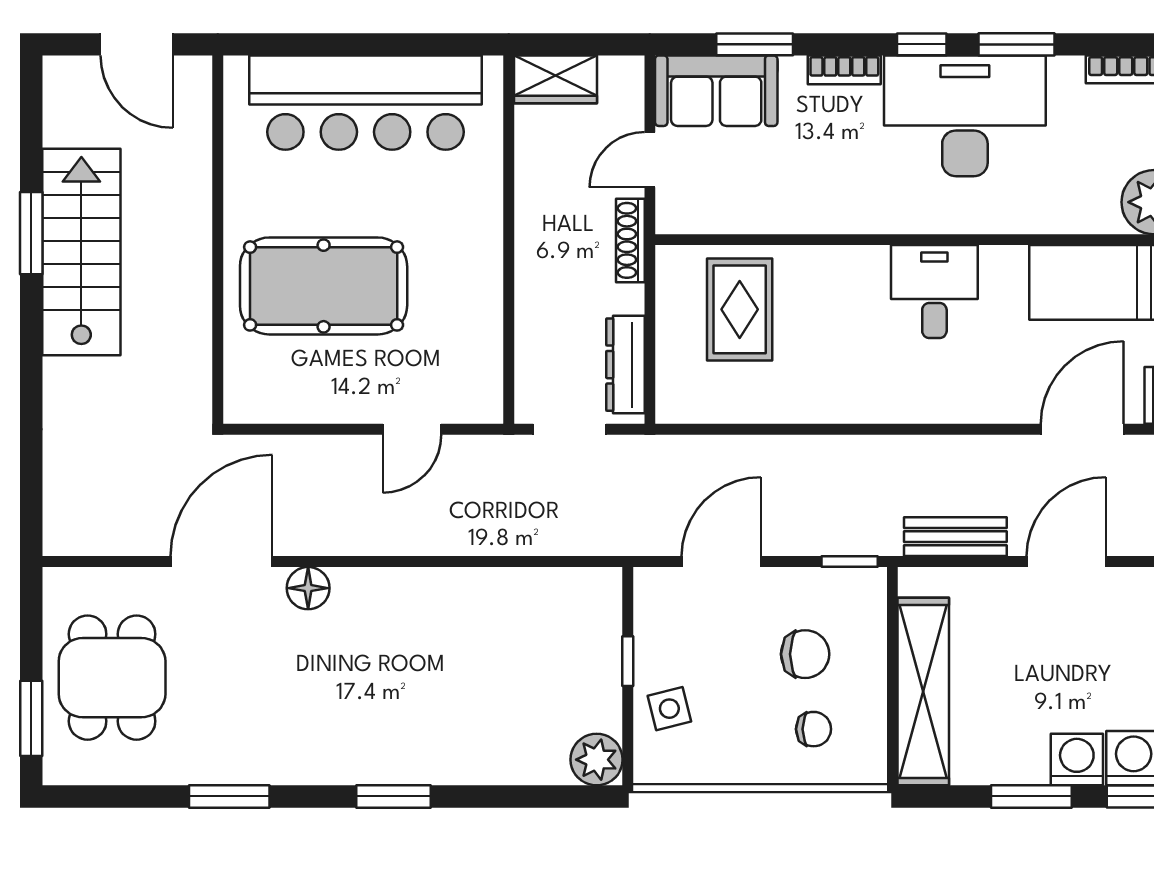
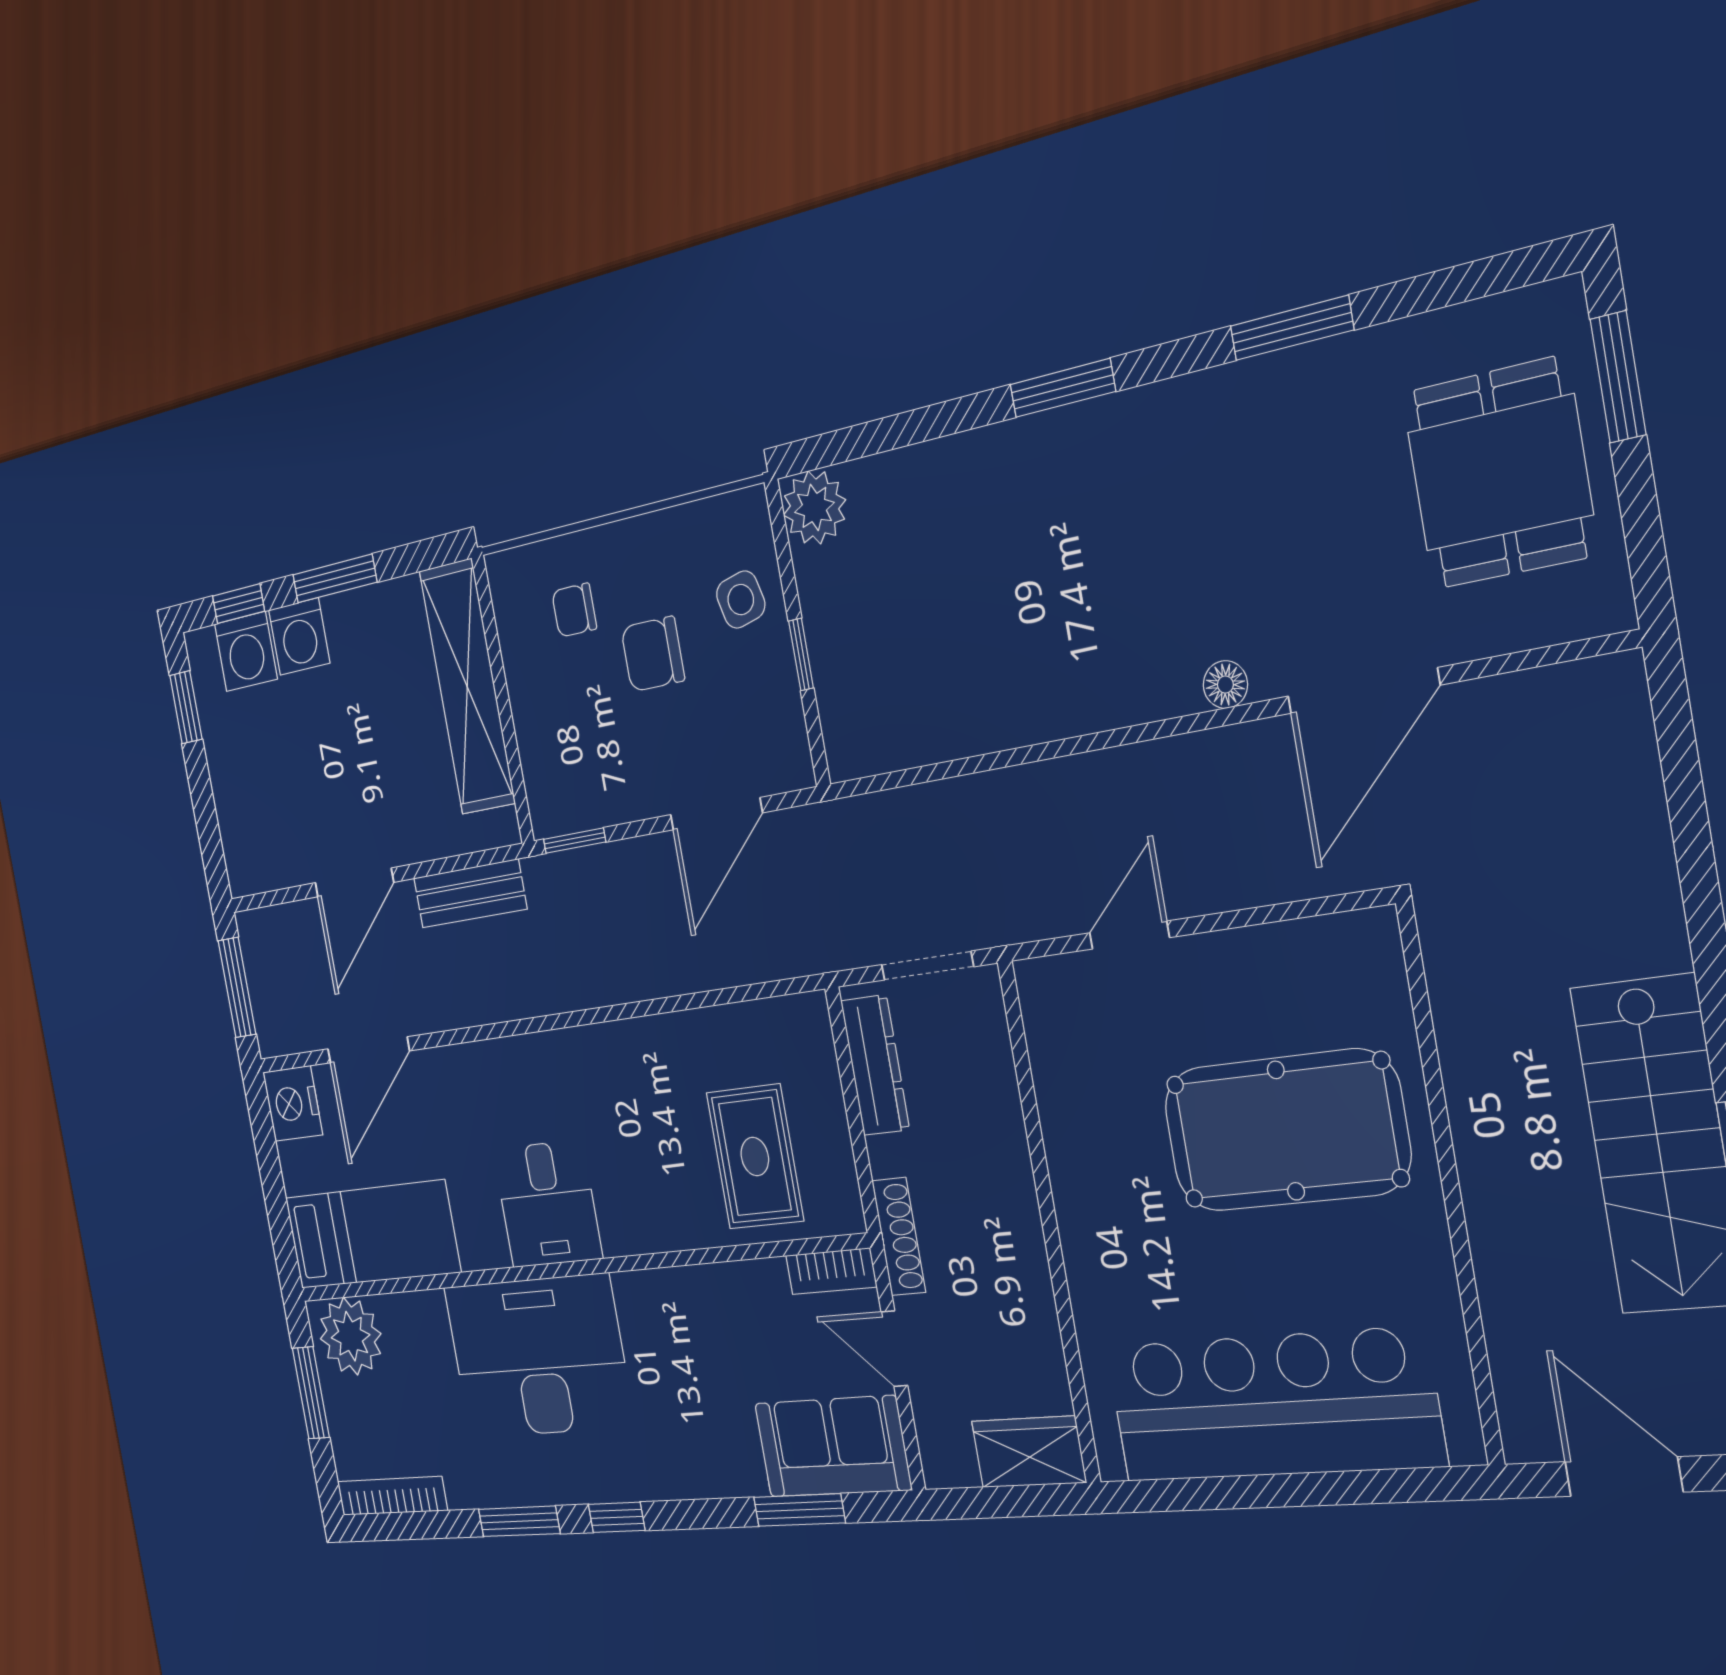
bookcase: (844, 70) -> (831, 1271), moved, turned 180
desk: (965, 116) -> (538, 1356), moved, turned 180
door: (650, 160) -> (894, 1349), swing flipped
floor lamp: (308, 588) -> (1225, 685), width x0.73, depth x0.73
chair: (805, 654) -> (653, 654), moved

